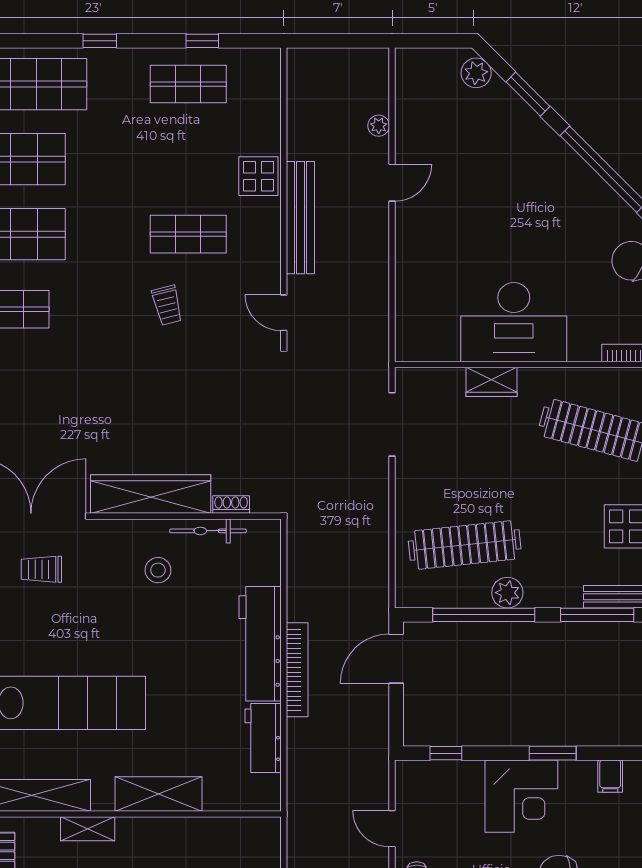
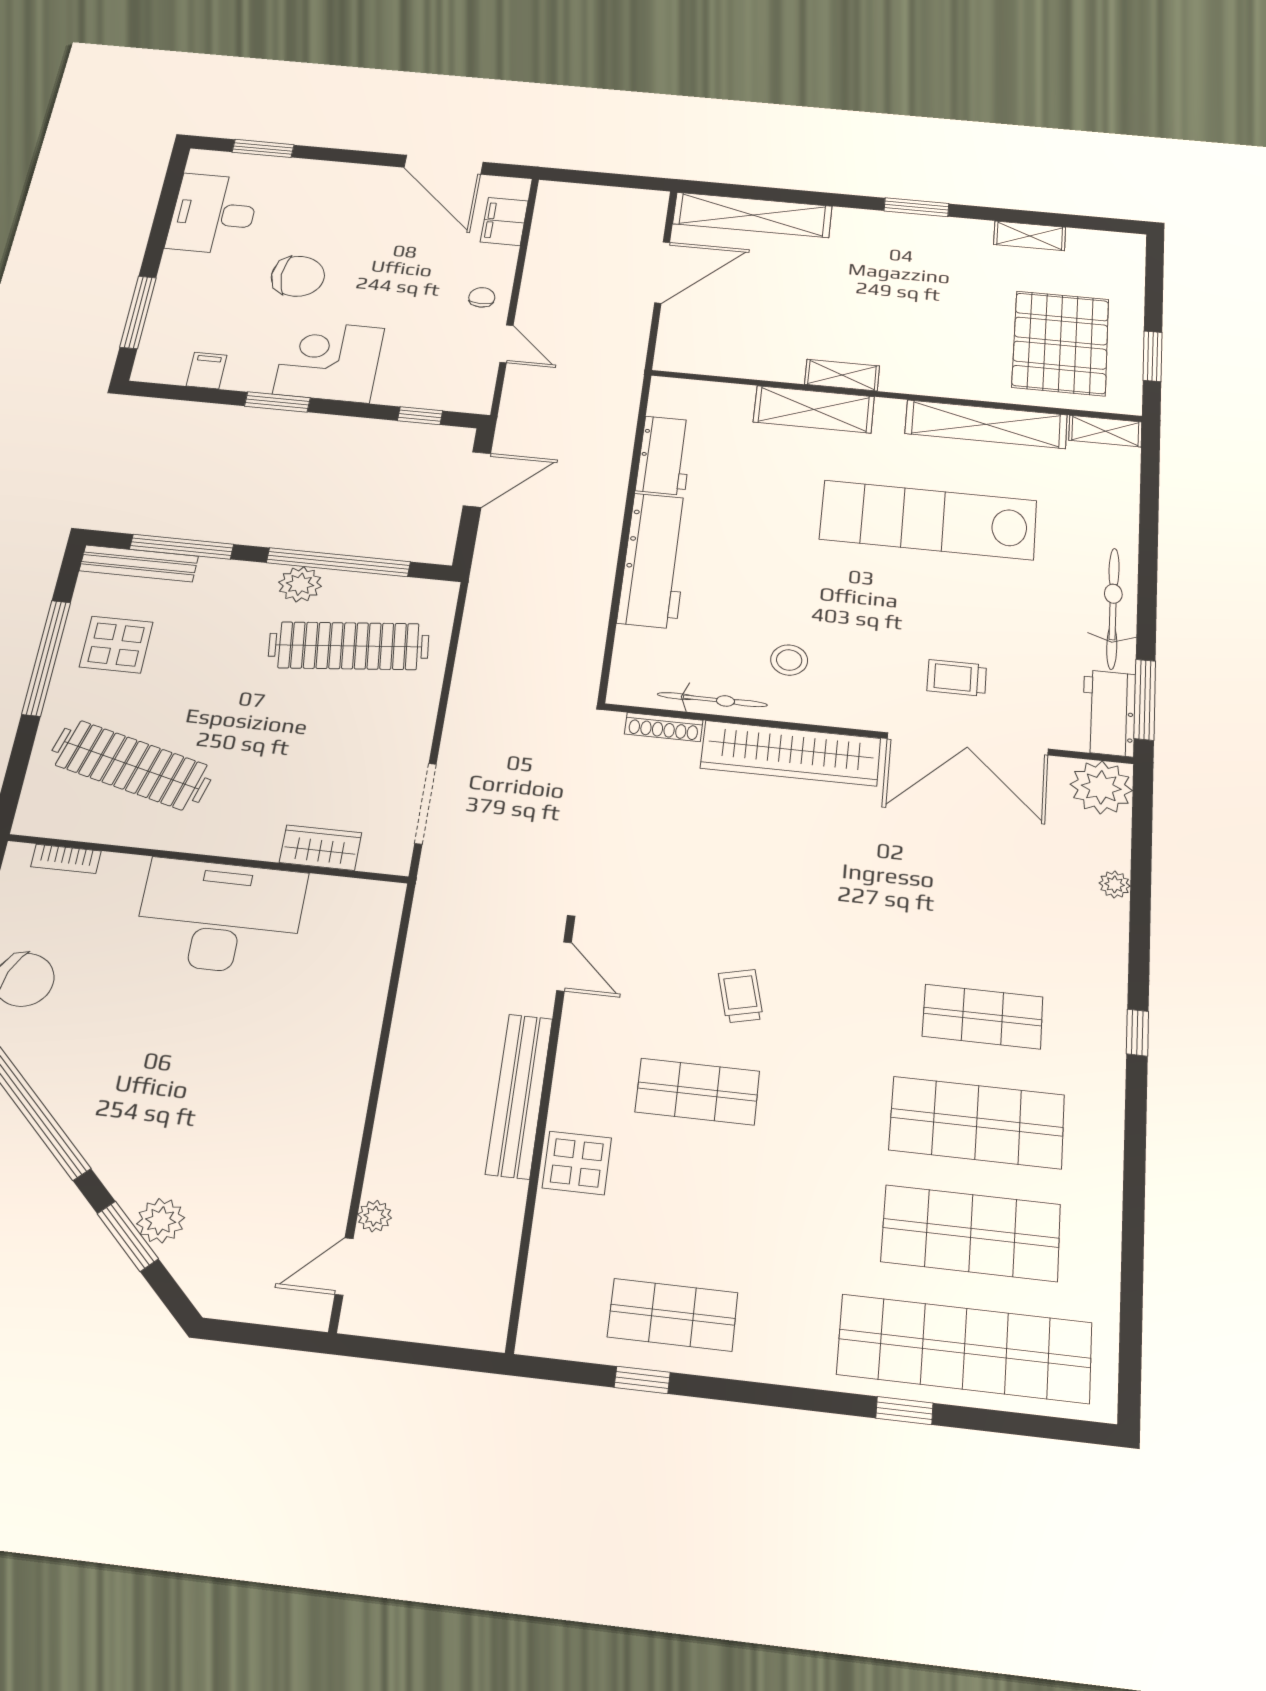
window: (100, 41) -> (904, 1411), moved
plant: (476, 73) -> (161, 1221), moved
door: (392, 183) -> (344, 1267), moved
wardrobe: (492, 382) -> (320, 848), moved
shoe rack: (231, 505) -> (664, 727), width x1.43
trolley: (41, 569) -> (957, 678), turned 180
door: (396, 659) -> (477, 479), moved
bookcase: (297, 670) -> (607, 526), removed
shelving: (88, 829) -> (842, 375), moved

